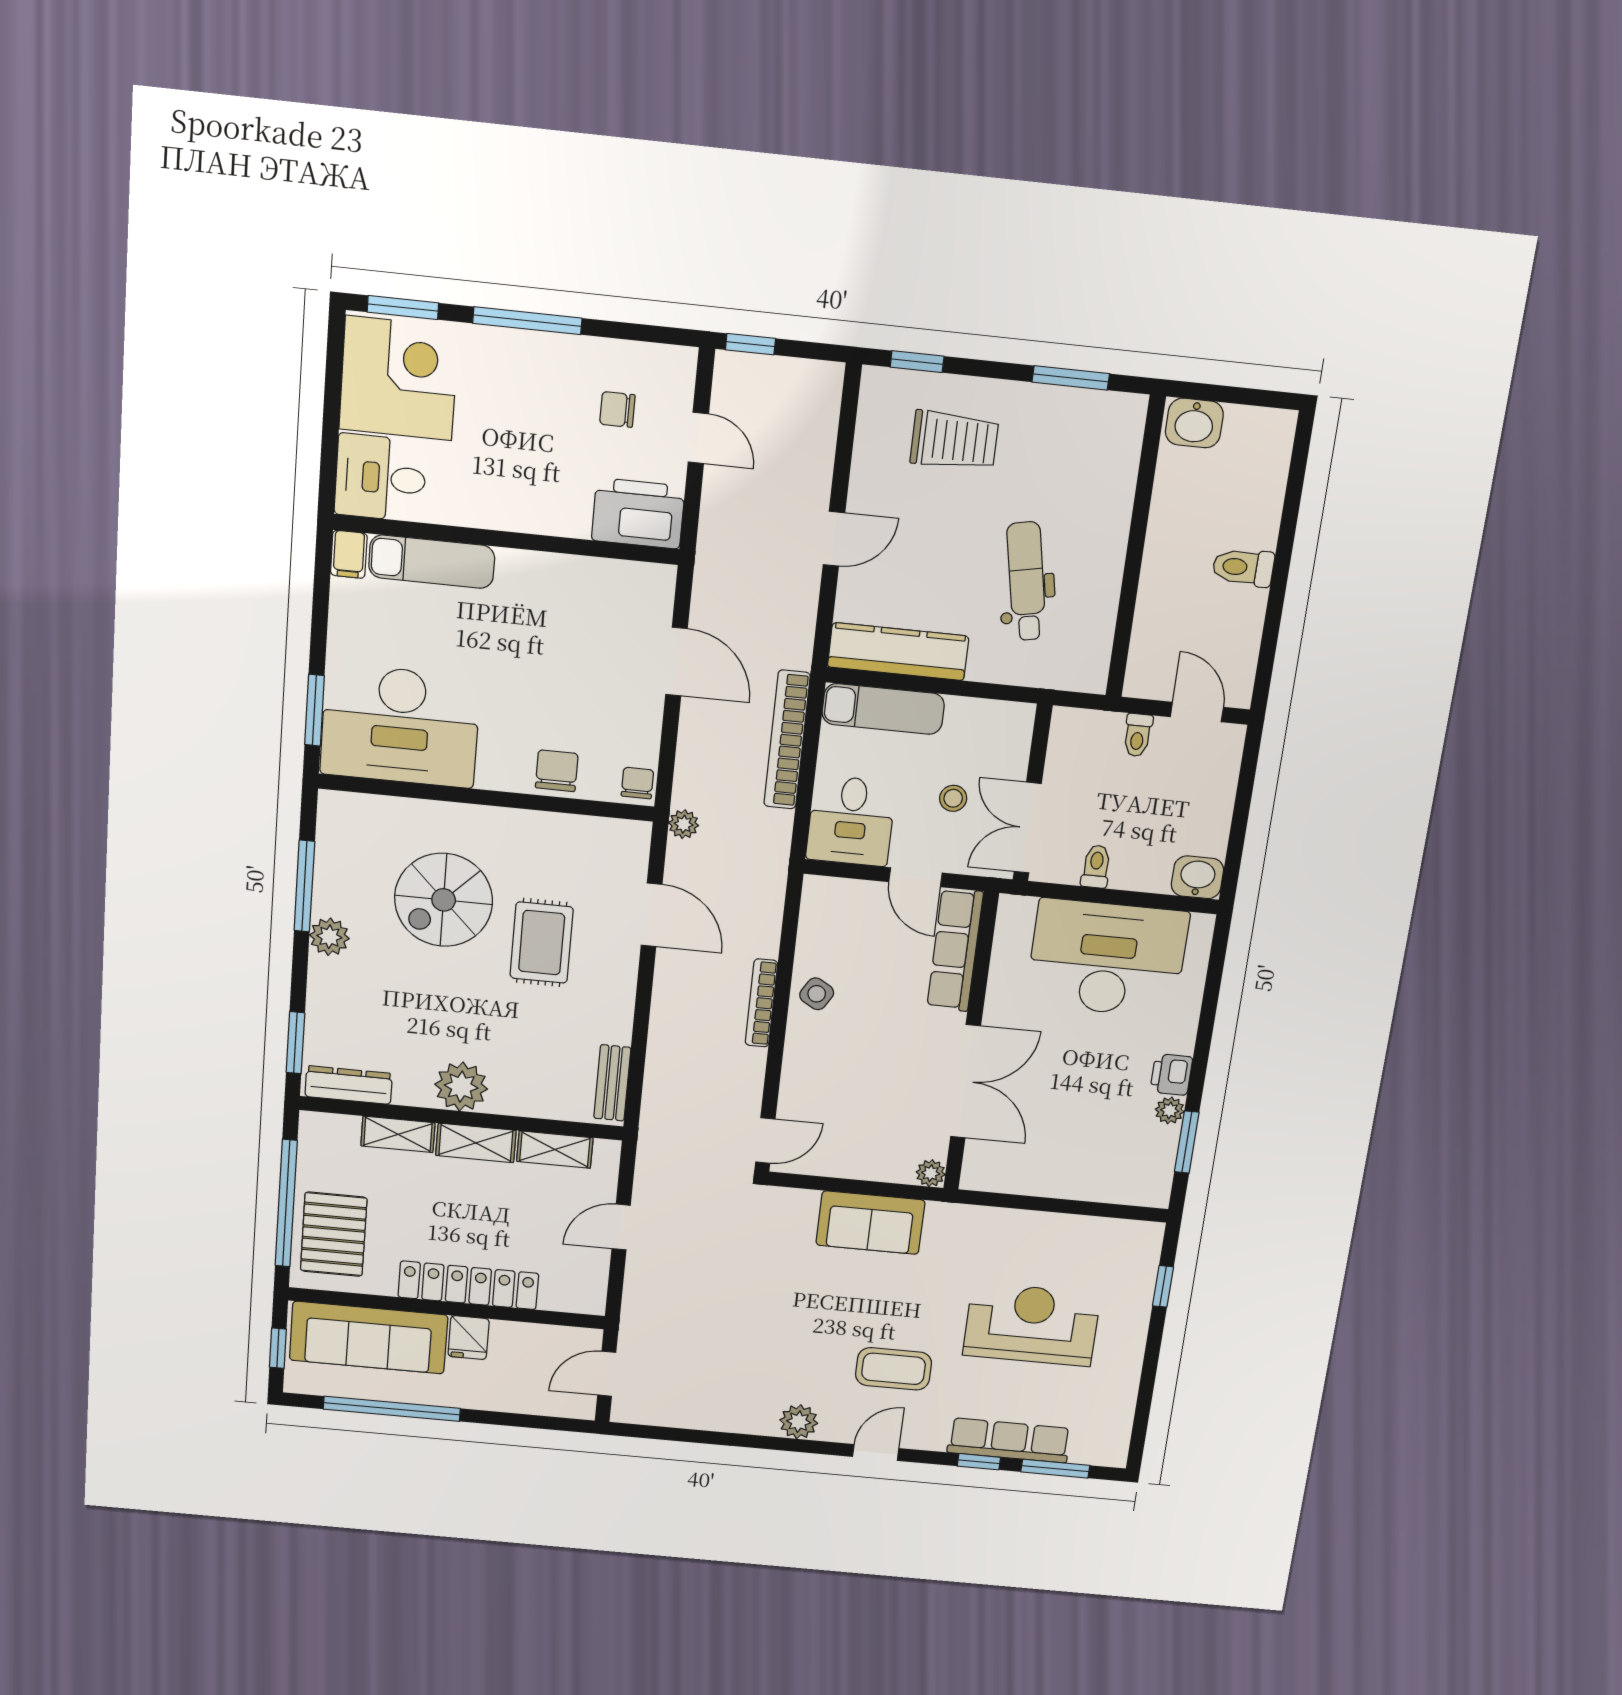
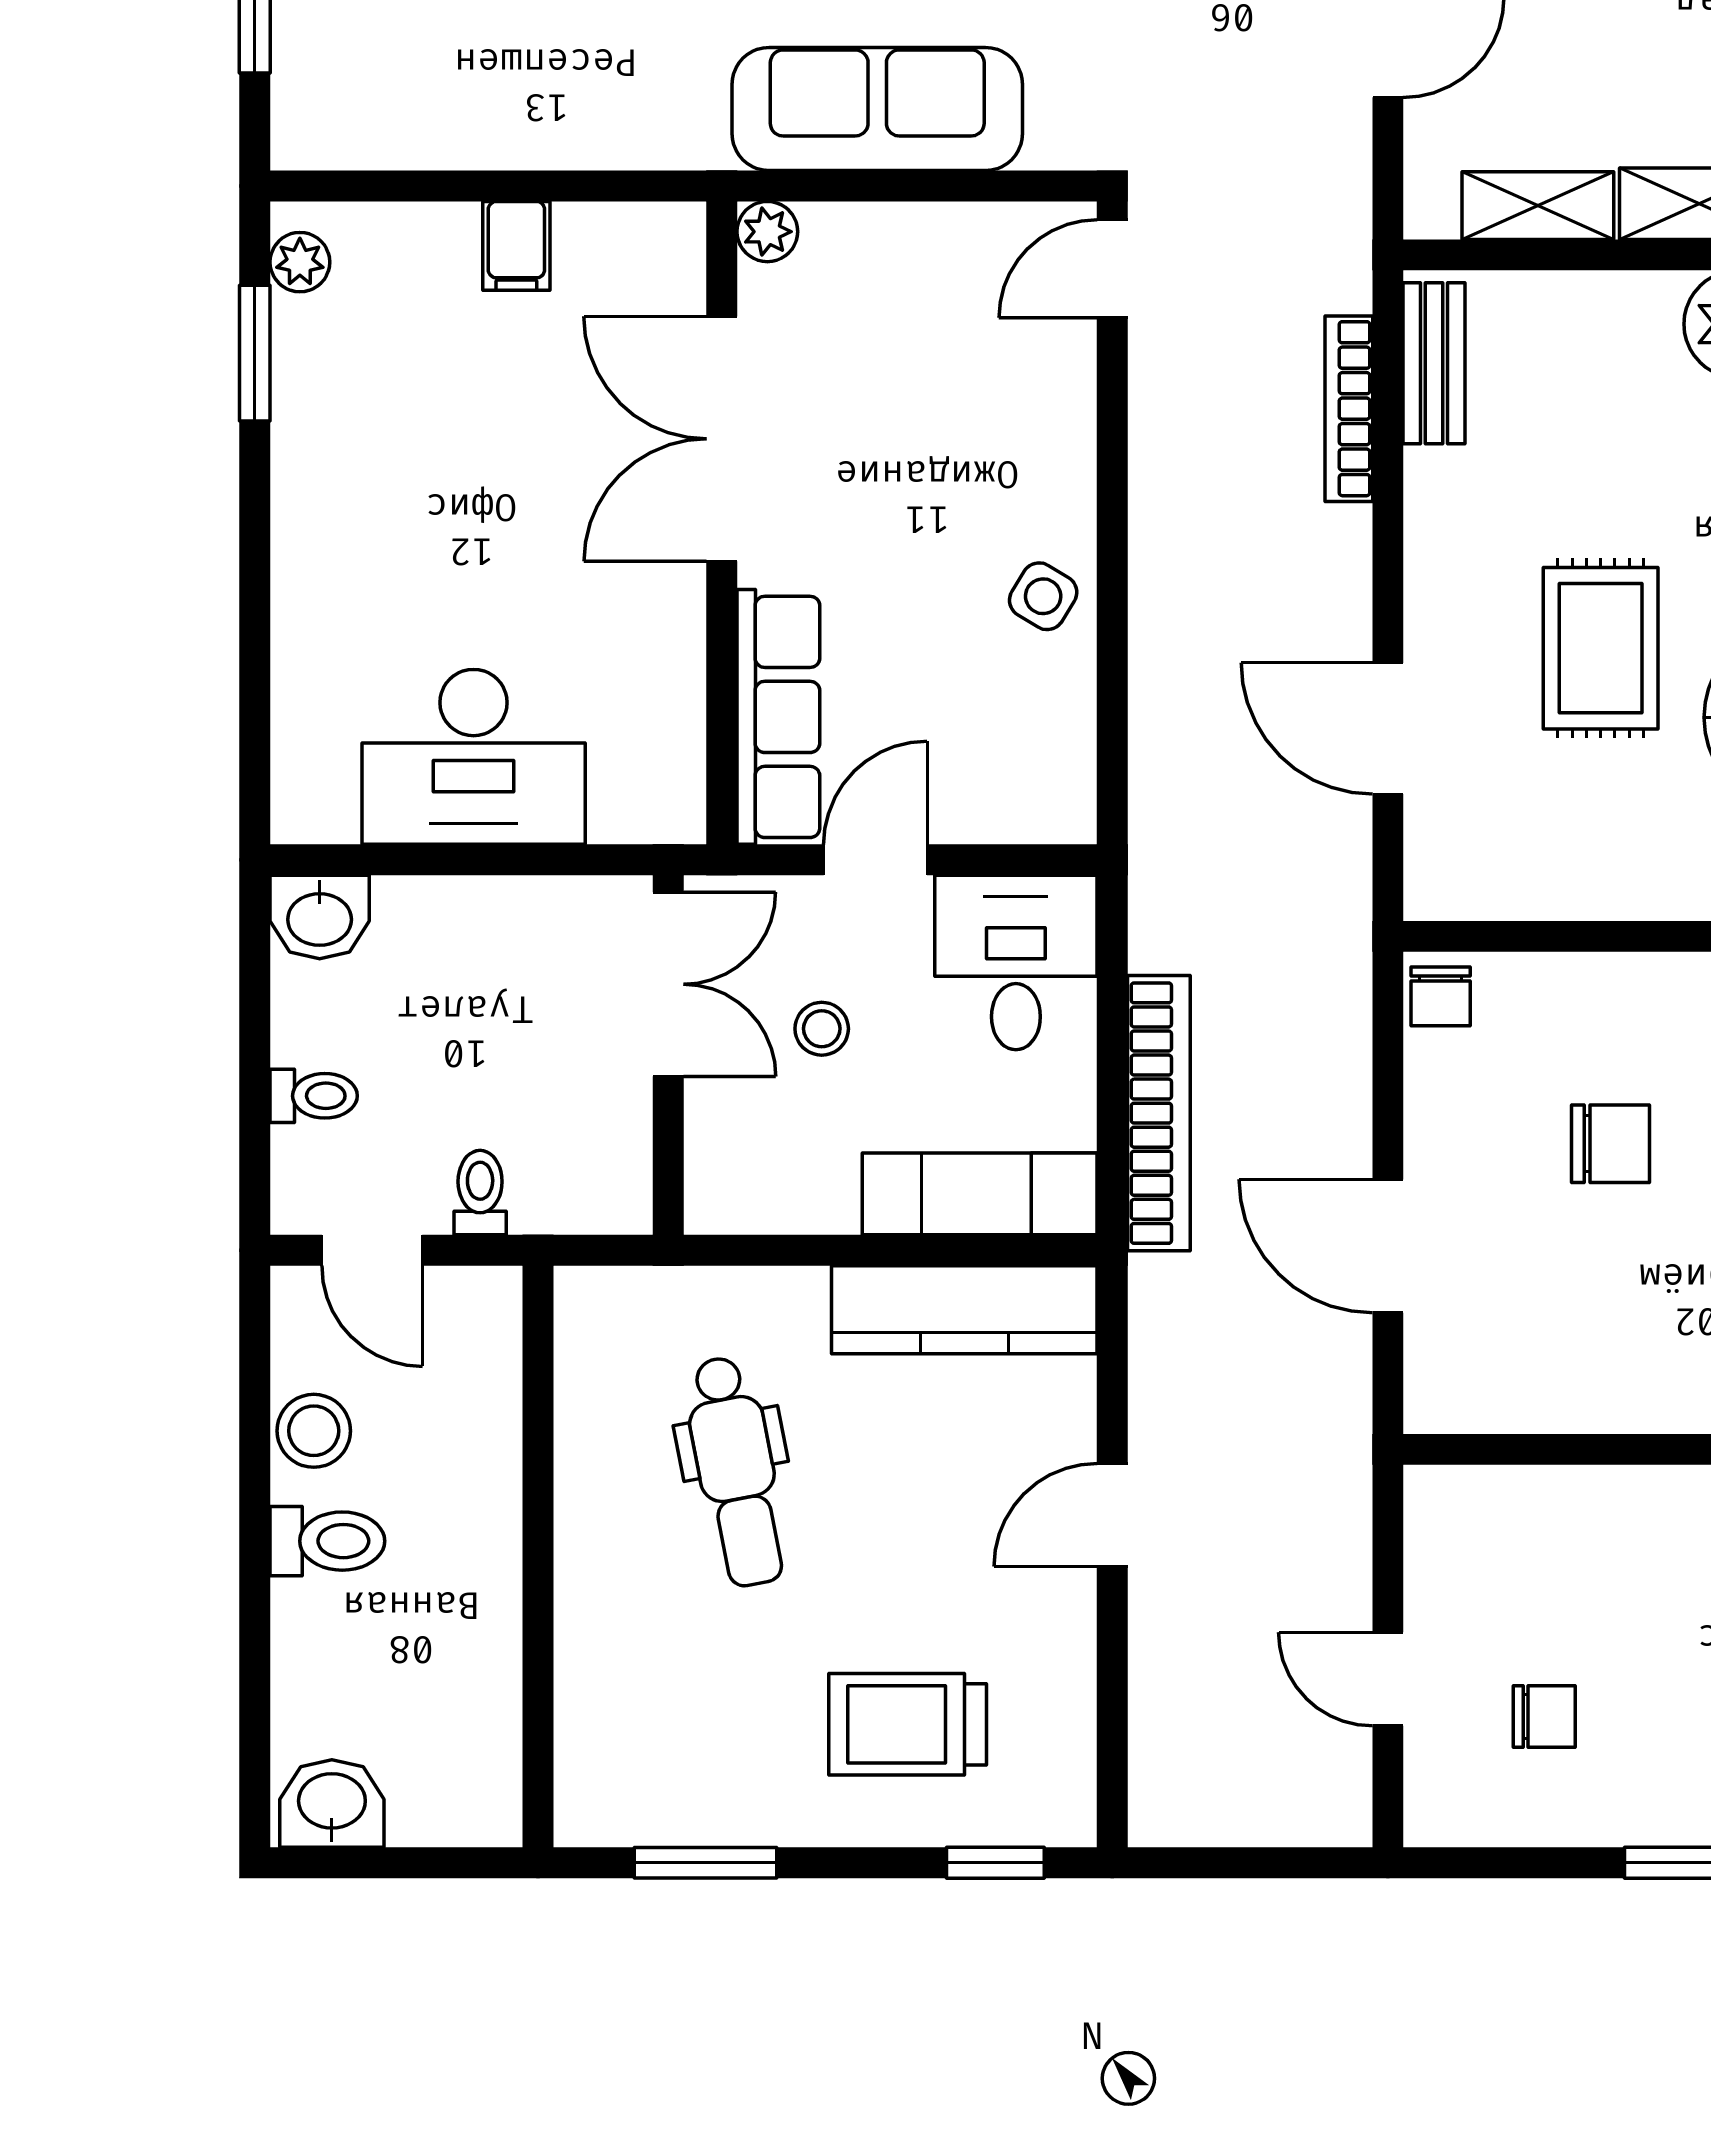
window: (751, 344) -> (1308, 1863), removed
washbasin: (1194, 423) -> (332, 1804), moved
printer: (638, 513) -> (1488, 1525), removed
stool: (1241, 624) -> (314, 1431), added
chair: (557, 771) -> (1610, 1144), moved, turned -90
plant: (684, 824) -> (1343, 922), removed
toilet: (1096, 866) -> (314, 1096), moved, turned -90
door: (916, 877) -> (875, 860), hinge flipped
desk: (1107, 958) -> (474, 757), width x0.73, depth x0.77
bookcase: (761, 1003) -> (1349, 409), moved, turned 180
printer: (1171, 1074) -> (308, 497), removed
plant: (1170, 1110) -> (300, 262), moved
filing cabinet: (1053, 1178) -> (516, 246), added
sofa: (870, 1223) -> (877, 109), width x1.36

